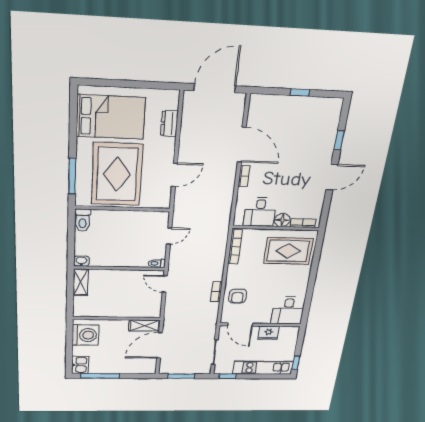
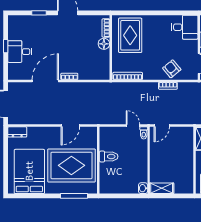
dresser: (169, 124) -> (17, 132), moved
door: (174, 175) -> (70, 126), swing flipped
desk: (260, 212) -> (20, 52), moved, turned 180
toilet: (83, 220) -> (109, 156), moved
door: (169, 236) -> (133, 126), moved
armchair: (238, 296) -> (172, 69), turned -130

